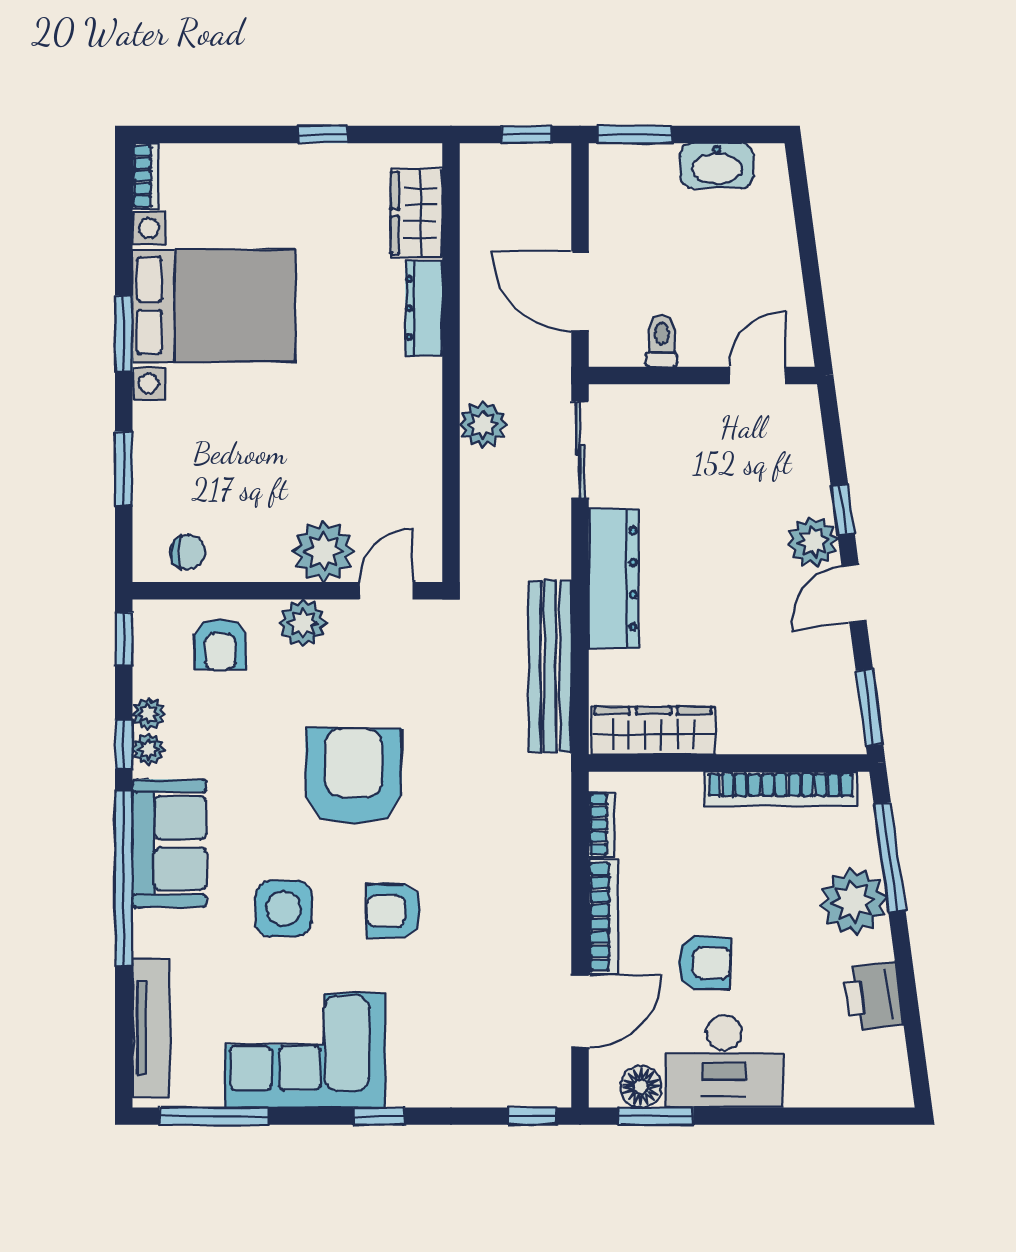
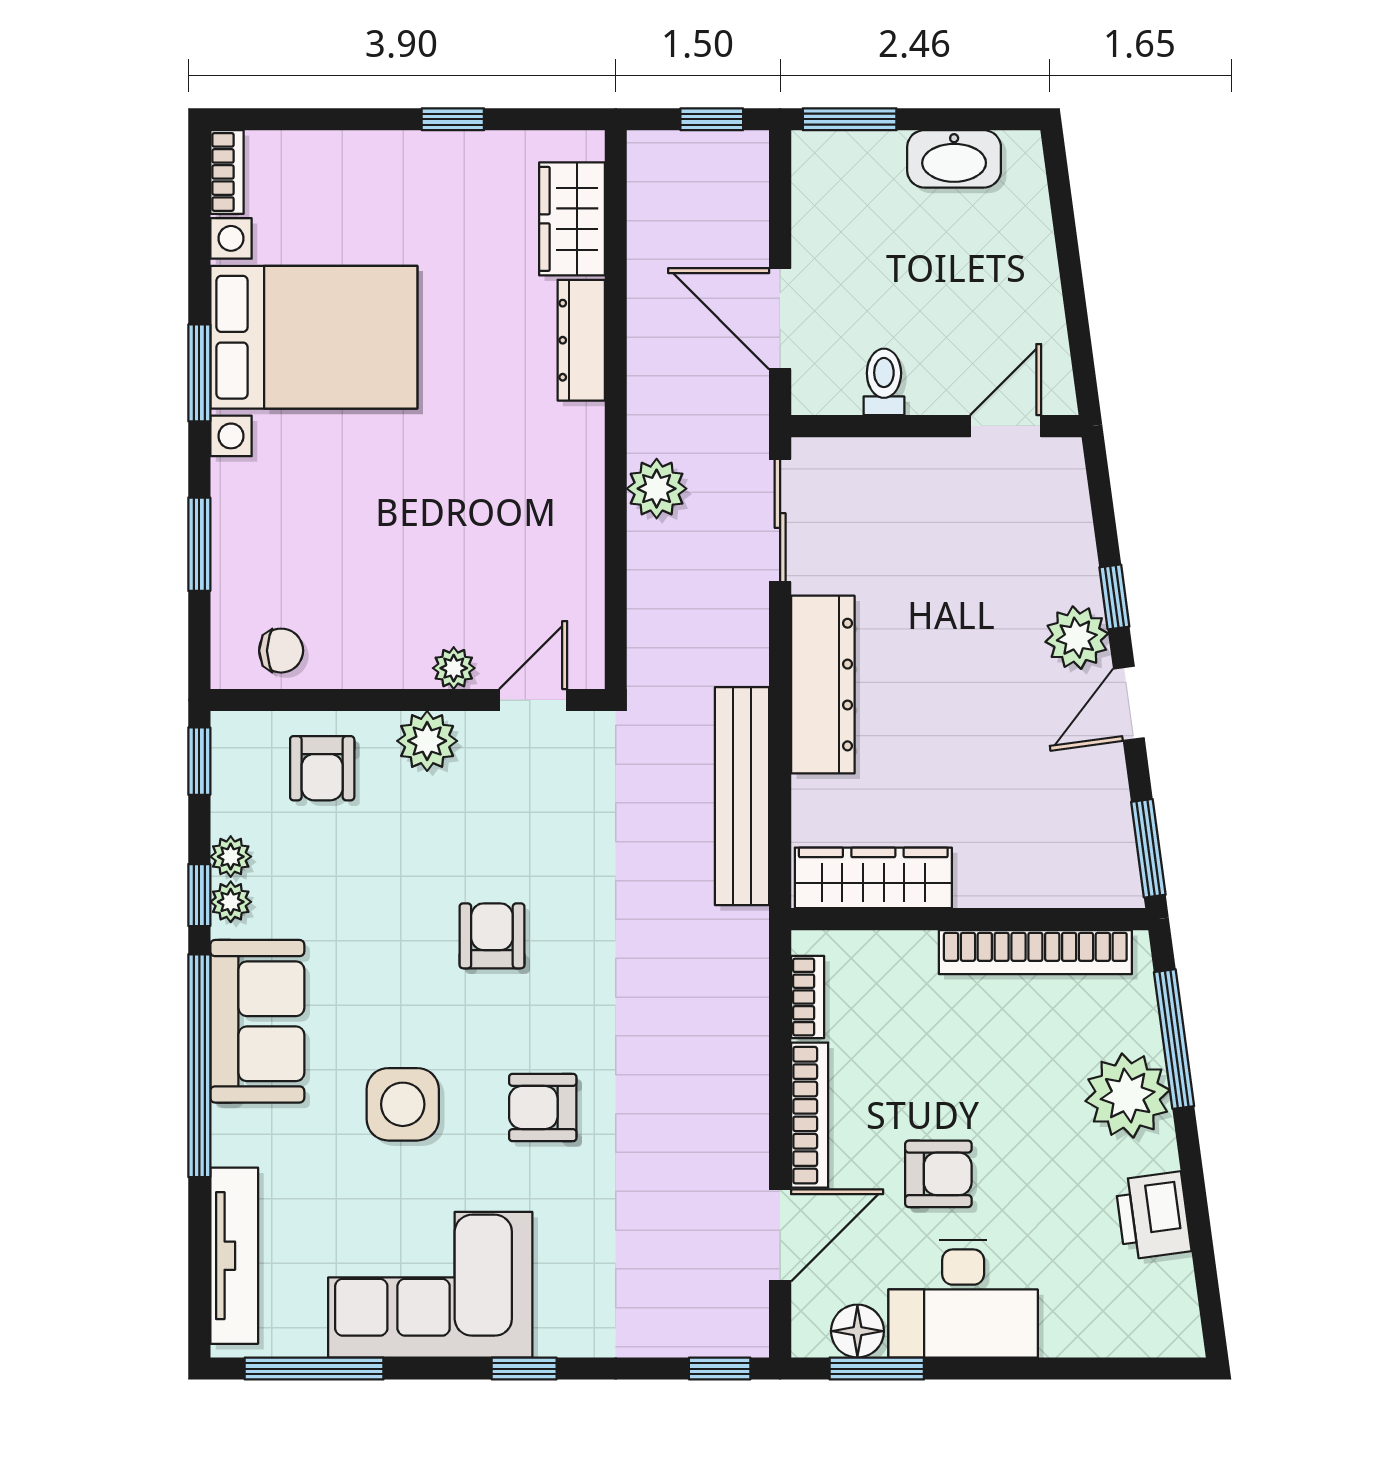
plant: (324, 551) -> (454, 668), width x0.53, depth x0.53
armchair: (354, 776) -> (492, 936), width x0.53, depth x0.53

